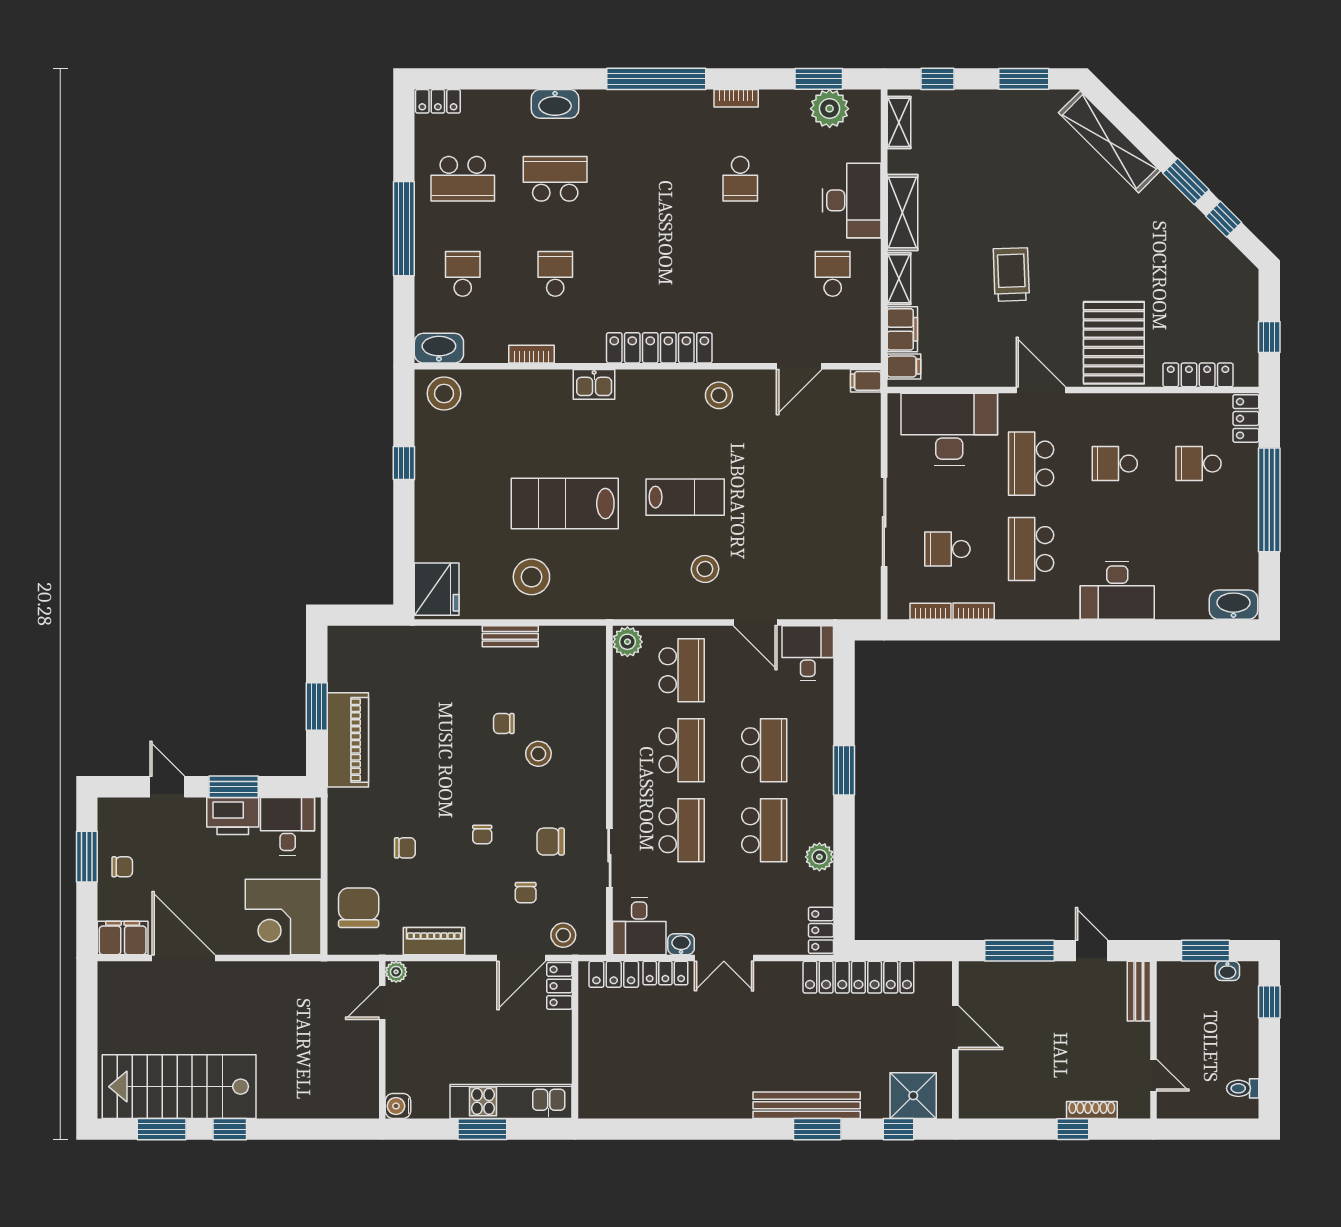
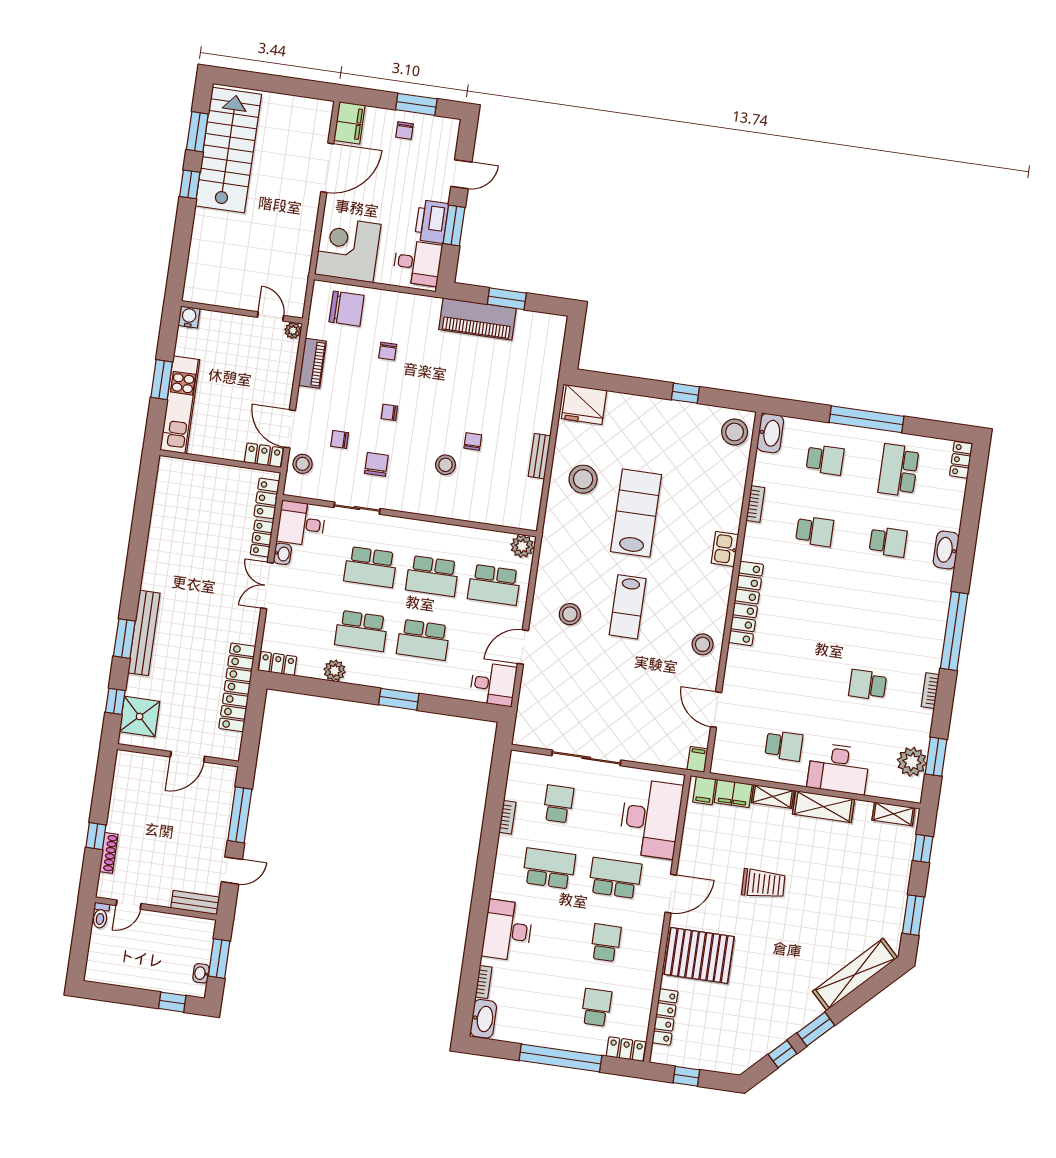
school desk: (555, 179) -> (888, 542), width x0.54
bookcase: (931, 611) -> (484, 982), moved
toilet: (1243, 1088) -> (100, 916), moved, turned 180

